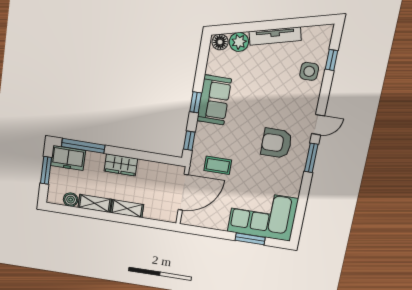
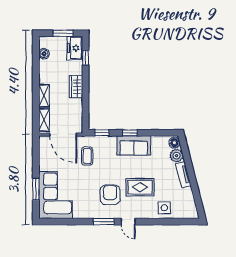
tv unit: (275, 36) -> (183, 175), width x0.71
window: (331, 60) -> (175, 222), removed
rug: (274, 101) -> (140, 187), added
window: (83, 146) -> (86, 58), width x0.46
shelving: (95, 203) -> (44, 120), moved

